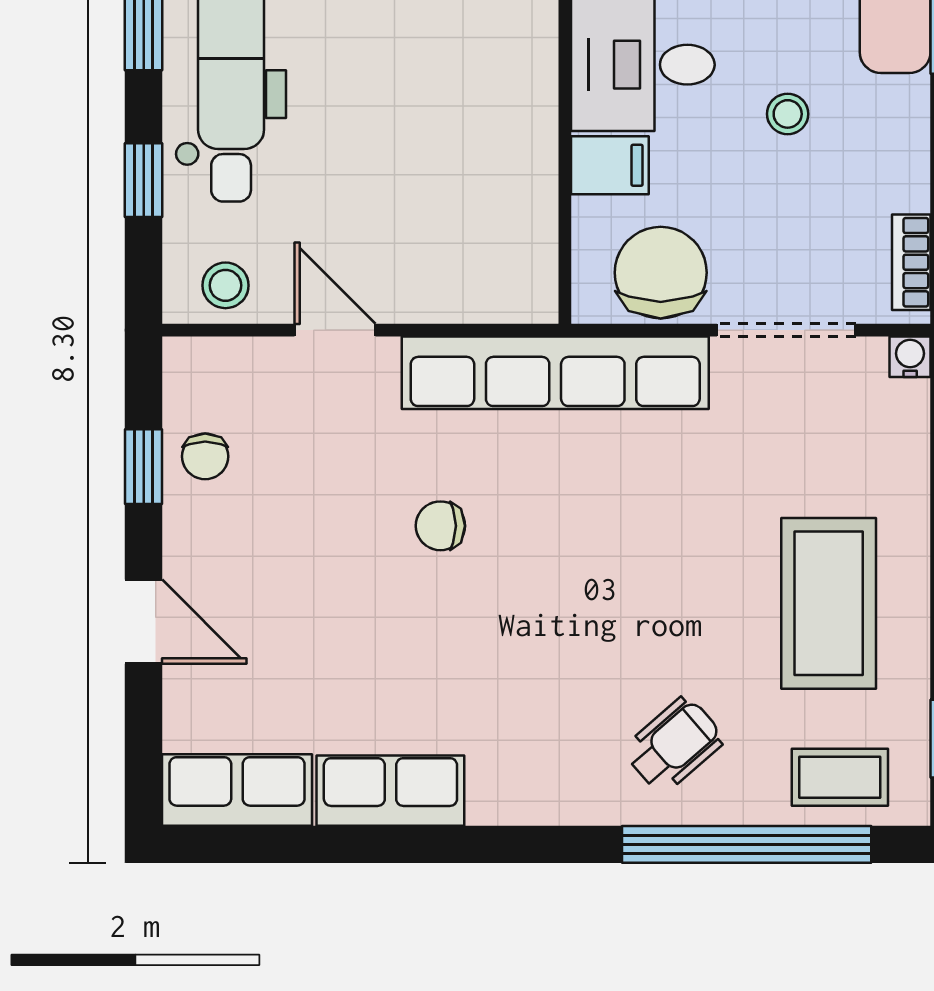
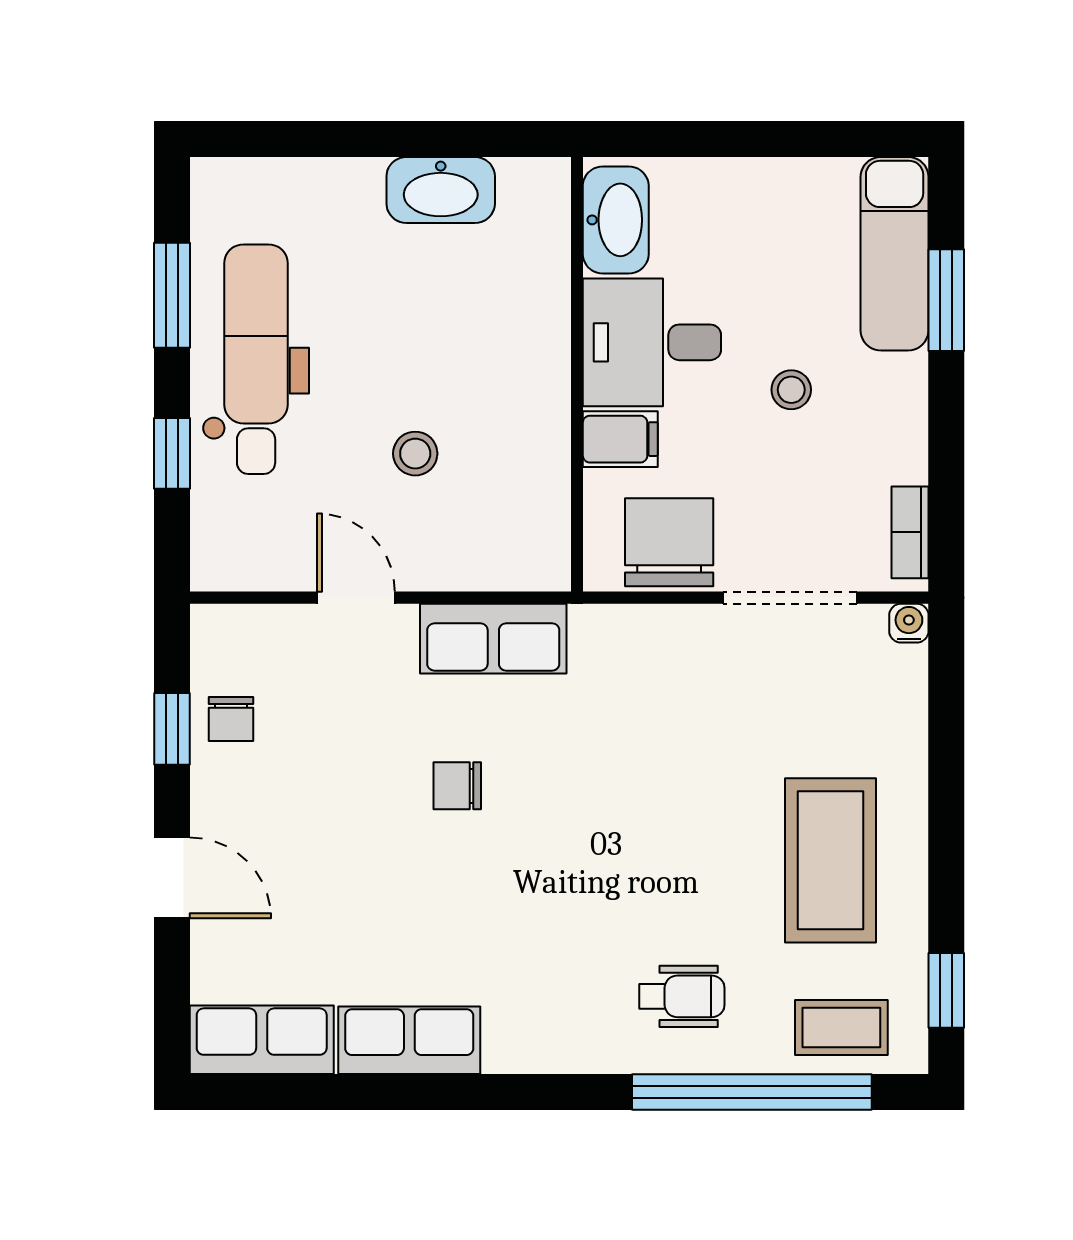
stool: (225, 285) -> (415, 454), moved
row of seats: (555, 373) -> (493, 639), width x0.50
wheelchair: (674, 745) -> (682, 996), turned 41

